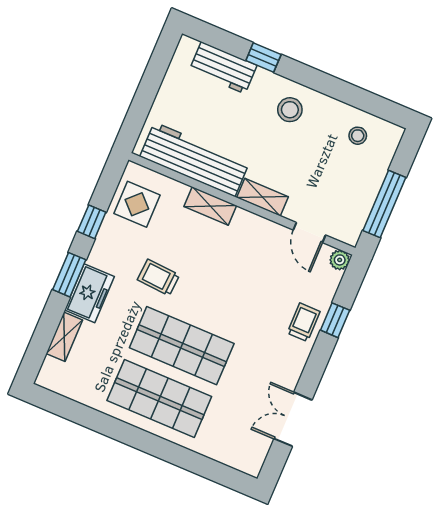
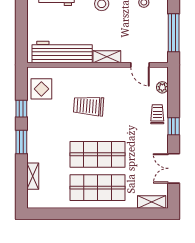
shelving: (210, 206) -> (152, 202), moved
plant: (340, 260) -> (162, 87), moved
trolley: (159, 277) -> (89, 106), moved, width x1.36, depth x1.39
freezer: (89, 293) -> (36, 147), removed
window: (335, 320) -> (174, 126), moved

